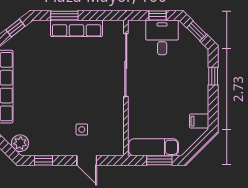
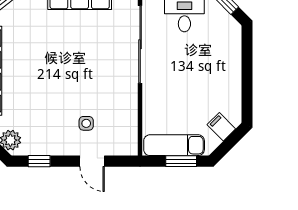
window: (213, 76) -> (247, 58), removed
filing cabinet: (199, 121) -> (221, 127), moved, turned 45

